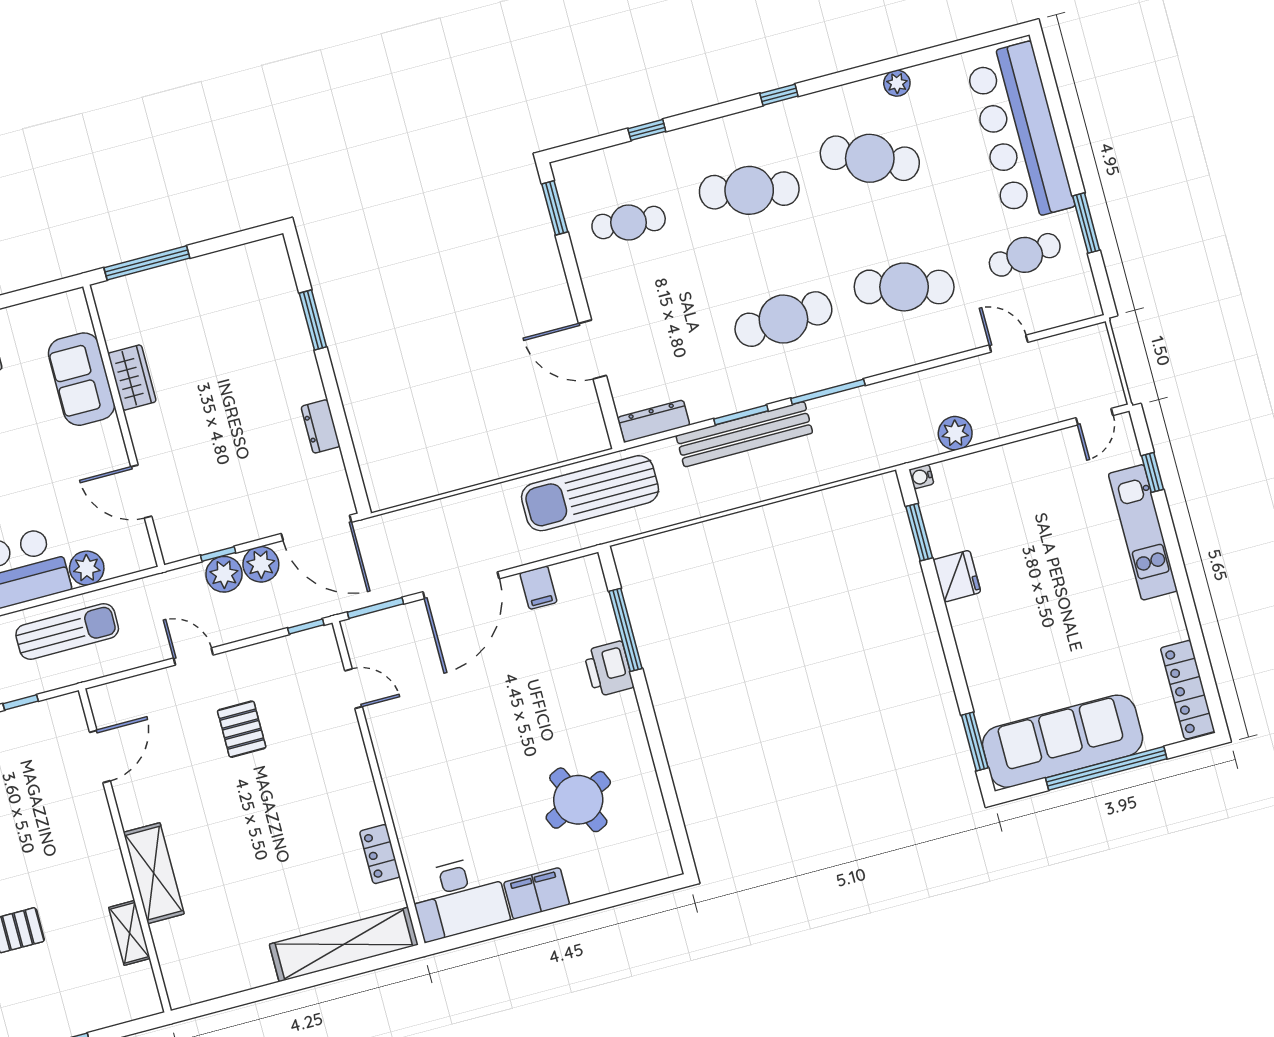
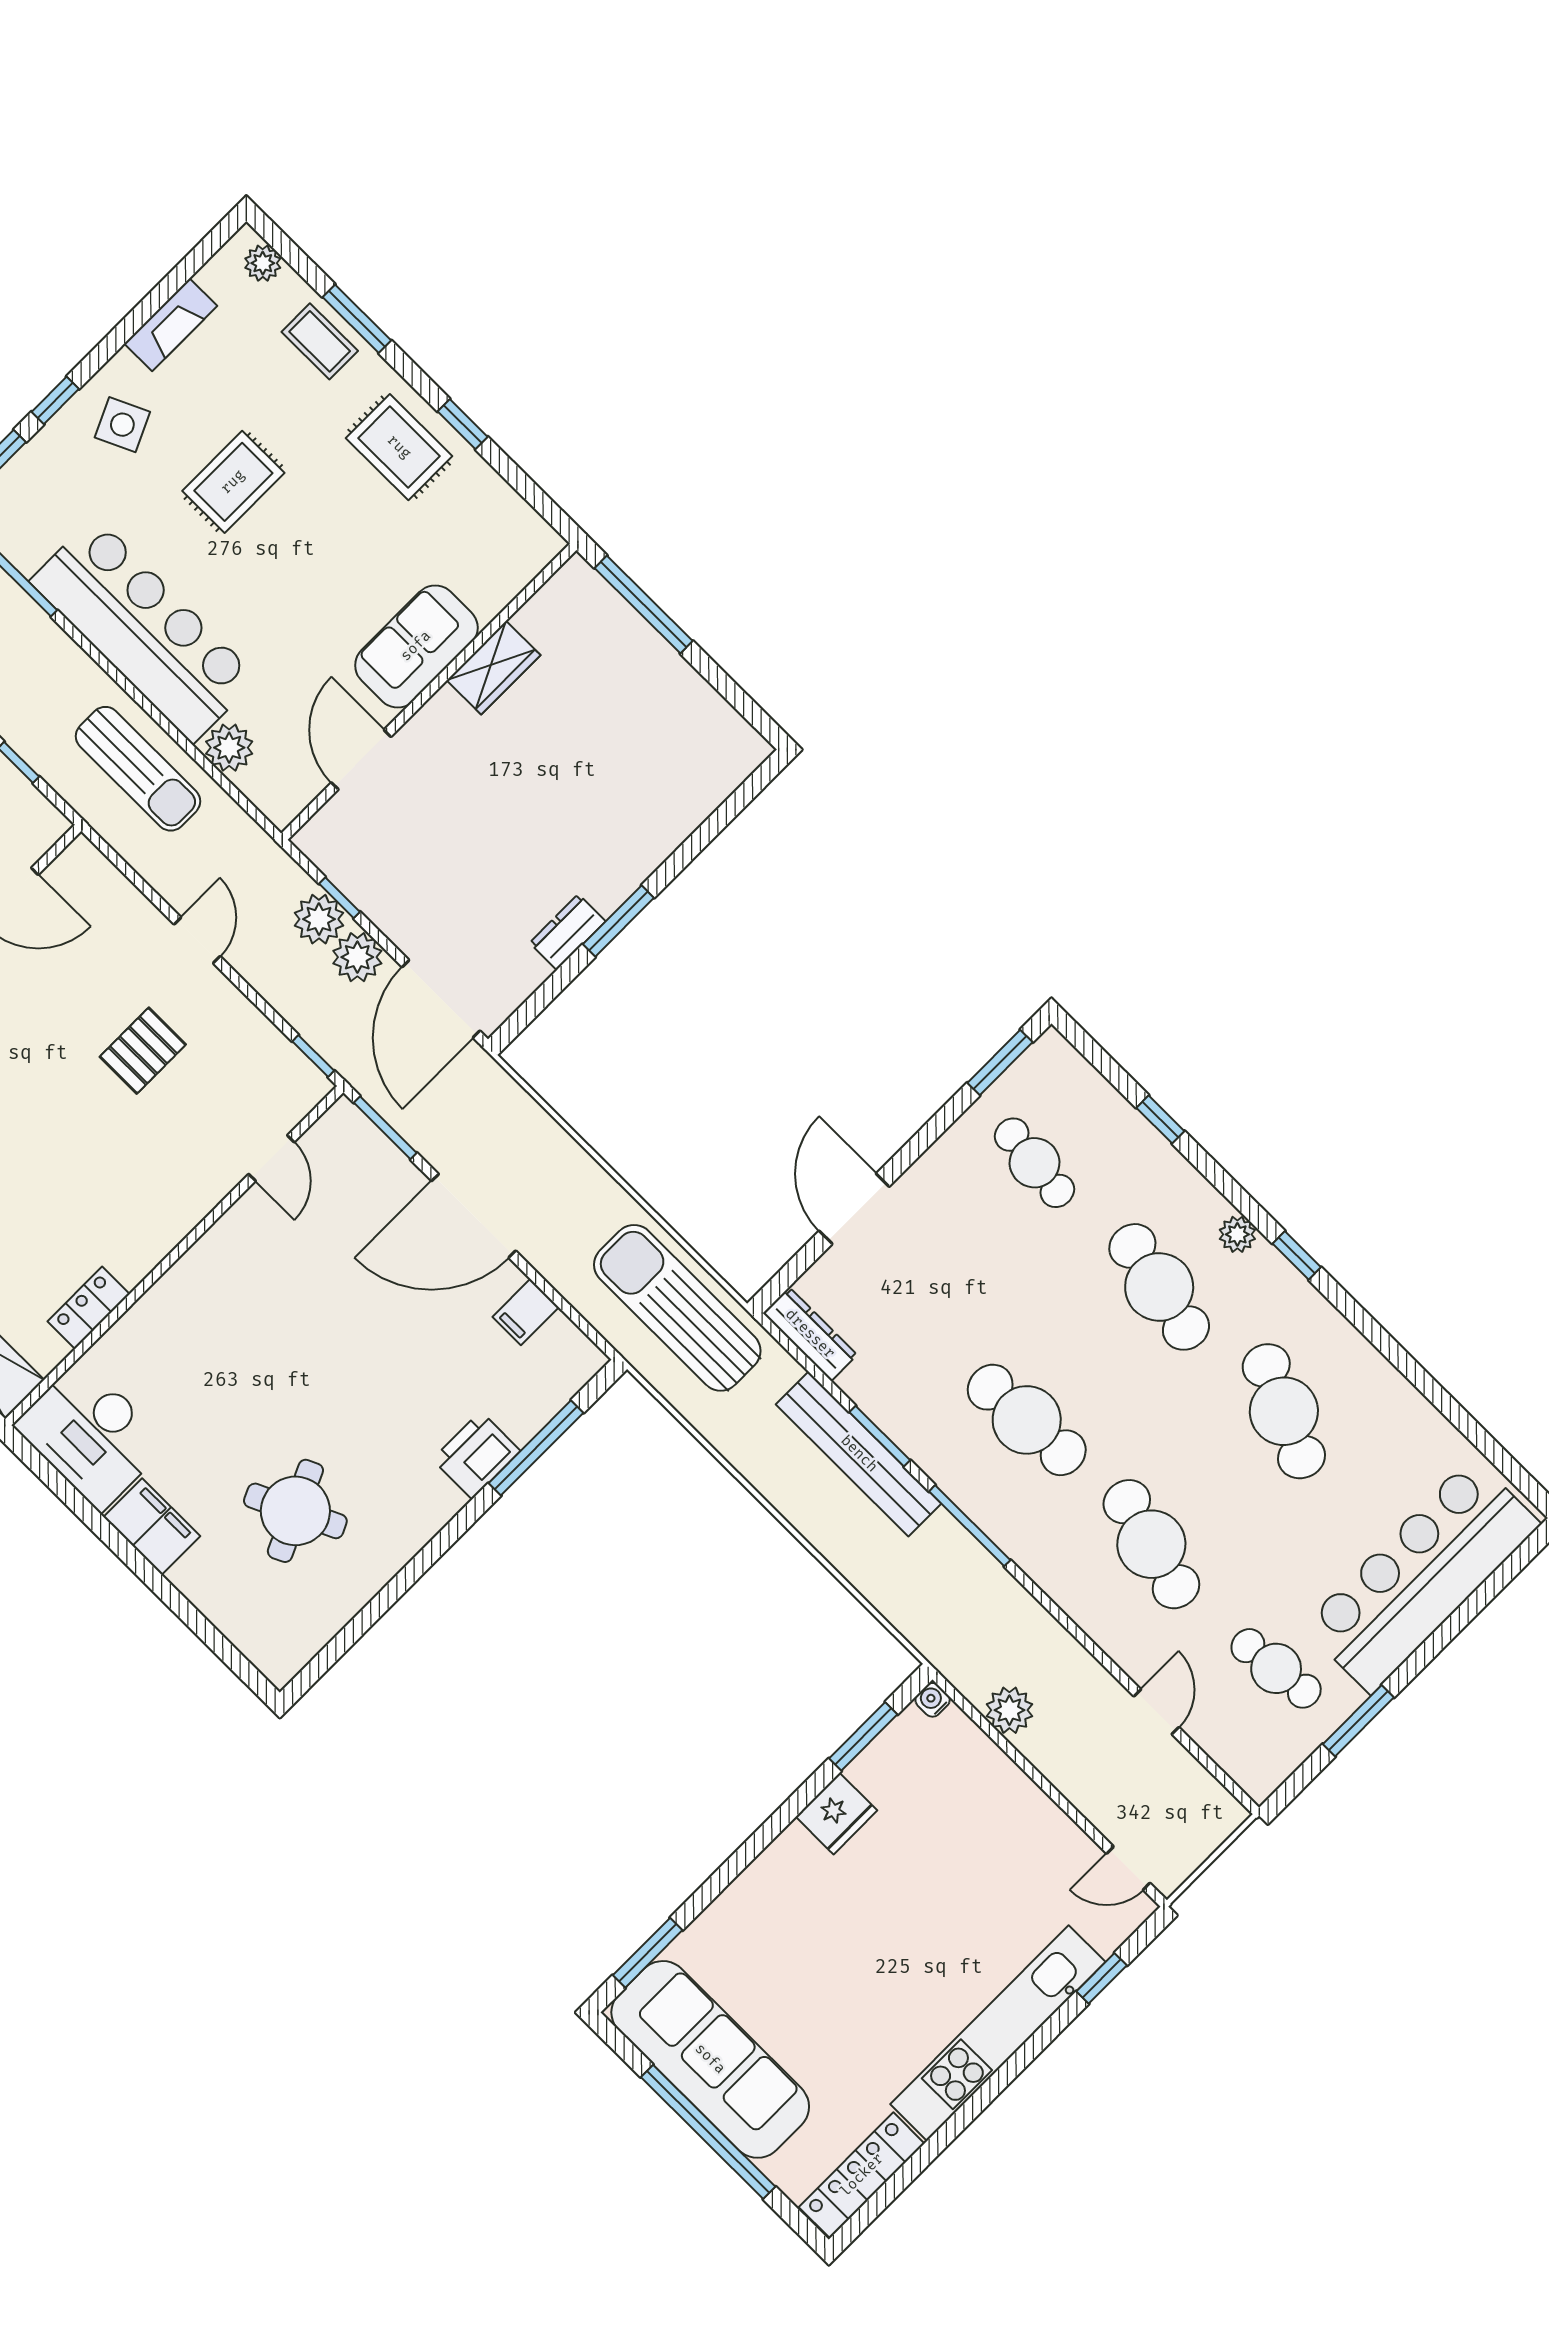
plant: (897, 83) -> (1237, 1234), moved
window: (313, 320) -> (618, 921), moved
sofa: (81, 379) -> (416, 646), moved
kitchen unit: (1143, 532) -> (998, 2033), width x1.36

